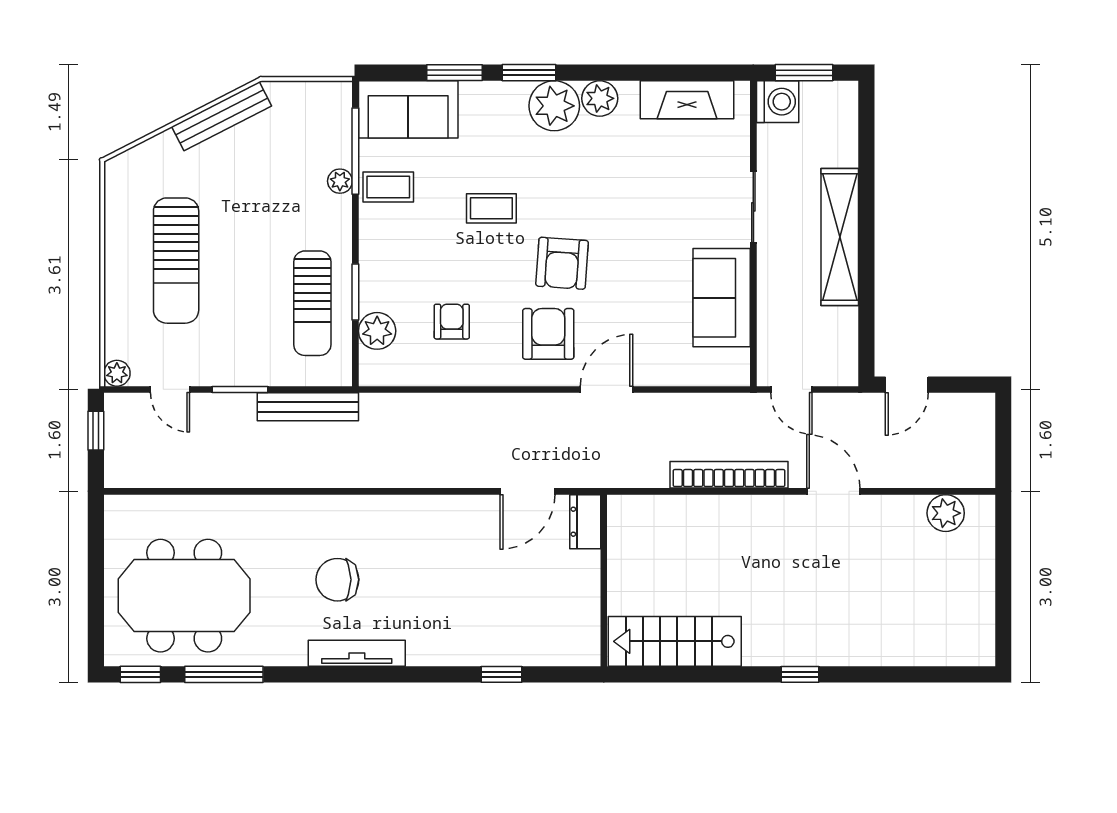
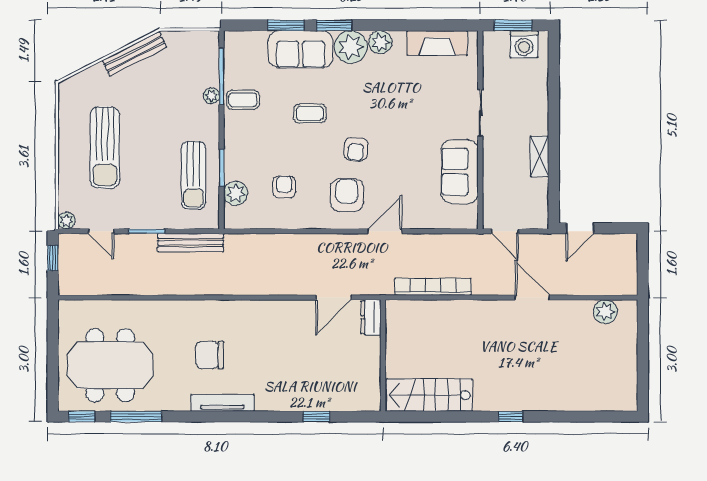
washing machine: (778, 102) -> (524, 44), moved, turned 90
sofa: (408, 109) -> (301, 49), moved
shelving: (840, 237) -> (539, 156), width x0.45, depth x0.75
armchair: (562, 263) -> (356, 149), width x0.72, depth x0.72
bookcase: (729, 475) -> (433, 287), moved

